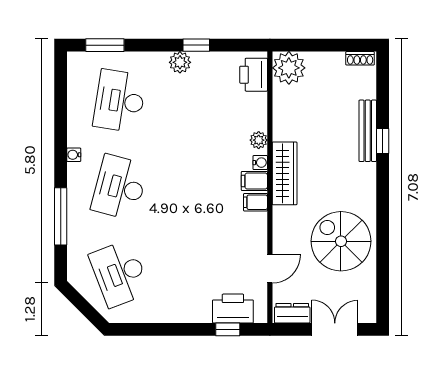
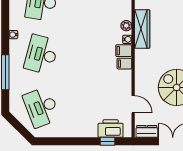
wardrobe: (285, 173) -> (142, 29), moved
door: (270, 269) -> (133, 104), hinge flipped

